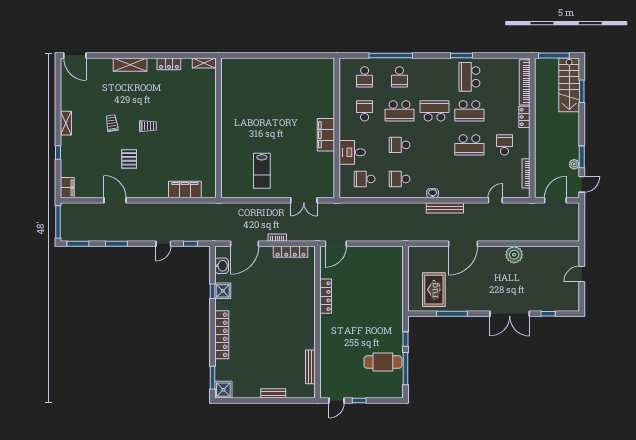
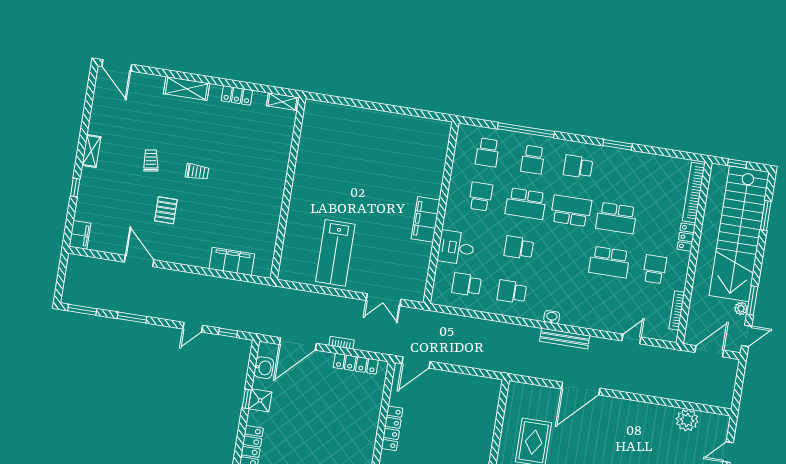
window: (554, 55) -> (737, 164), width x0.46
school desk: (469, 77) -> (578, 167), moved, width x0.54
stairs: (569, 85) -> (739, 234), width x1.86, depth x1.51
lab bench: (262, 171) -> (335, 253), width x1.36, depth x1.39
window: (58, 222) -> (61, 277), removed
plant: (514, 255) -> (687, 420), moved

